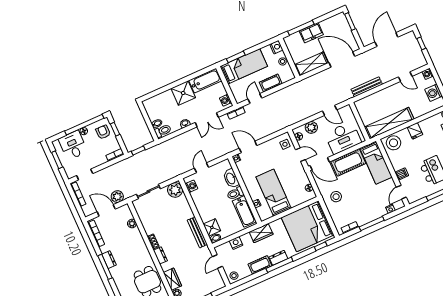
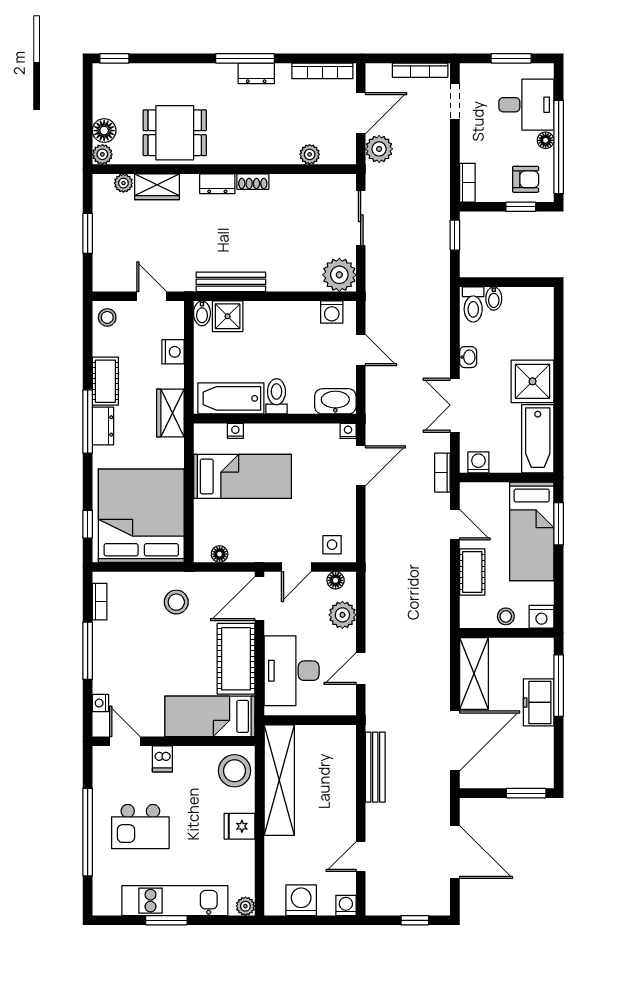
washbasin: (231, 178) -> (335, 401), moved

